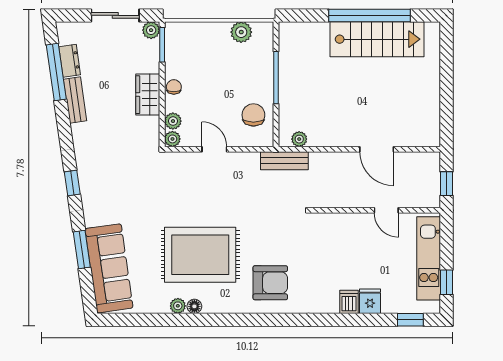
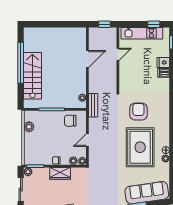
stairs: (377, 39) -> (32, 76), moved
armchair: (270, 283) -> (138, 112), moved

